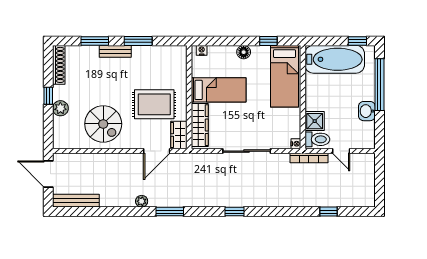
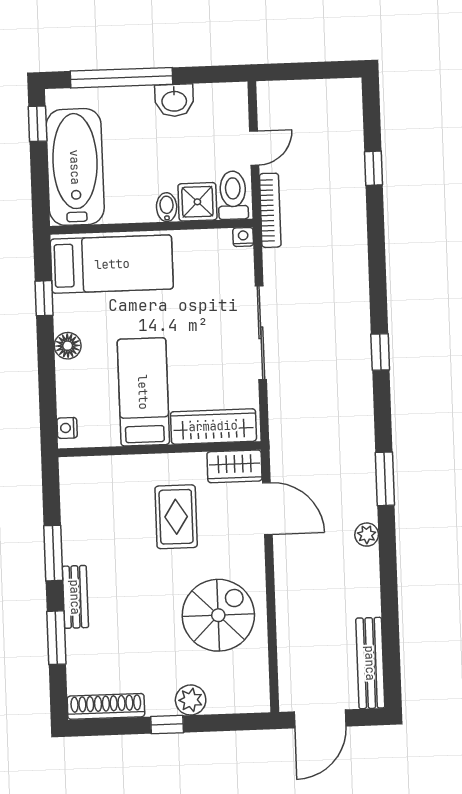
rug: (154, 104) -> (176, 517), width x0.73, depth x0.70
bidet: (312, 105) -> (167, 207), added

